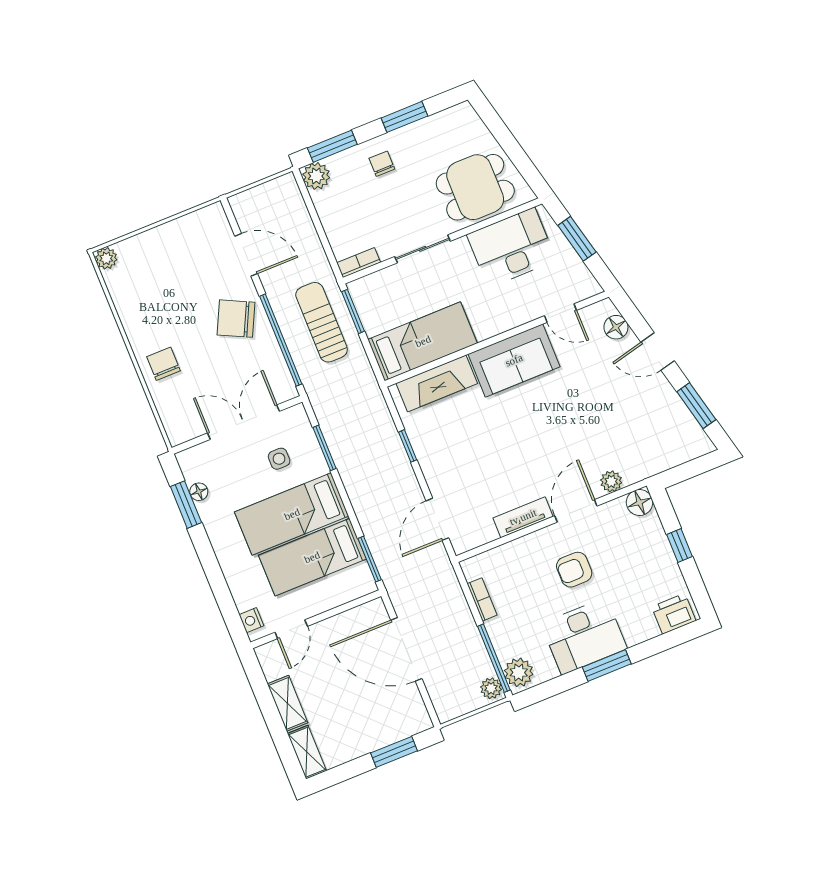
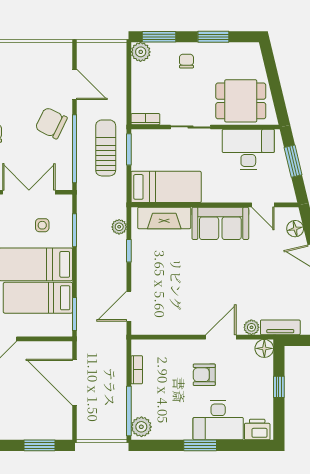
tv unit: (523, 517) -> (280, 327), moved
desk: (584, 636) -> (218, 420), moved
plant: (491, 688) -> (119, 227), moved

